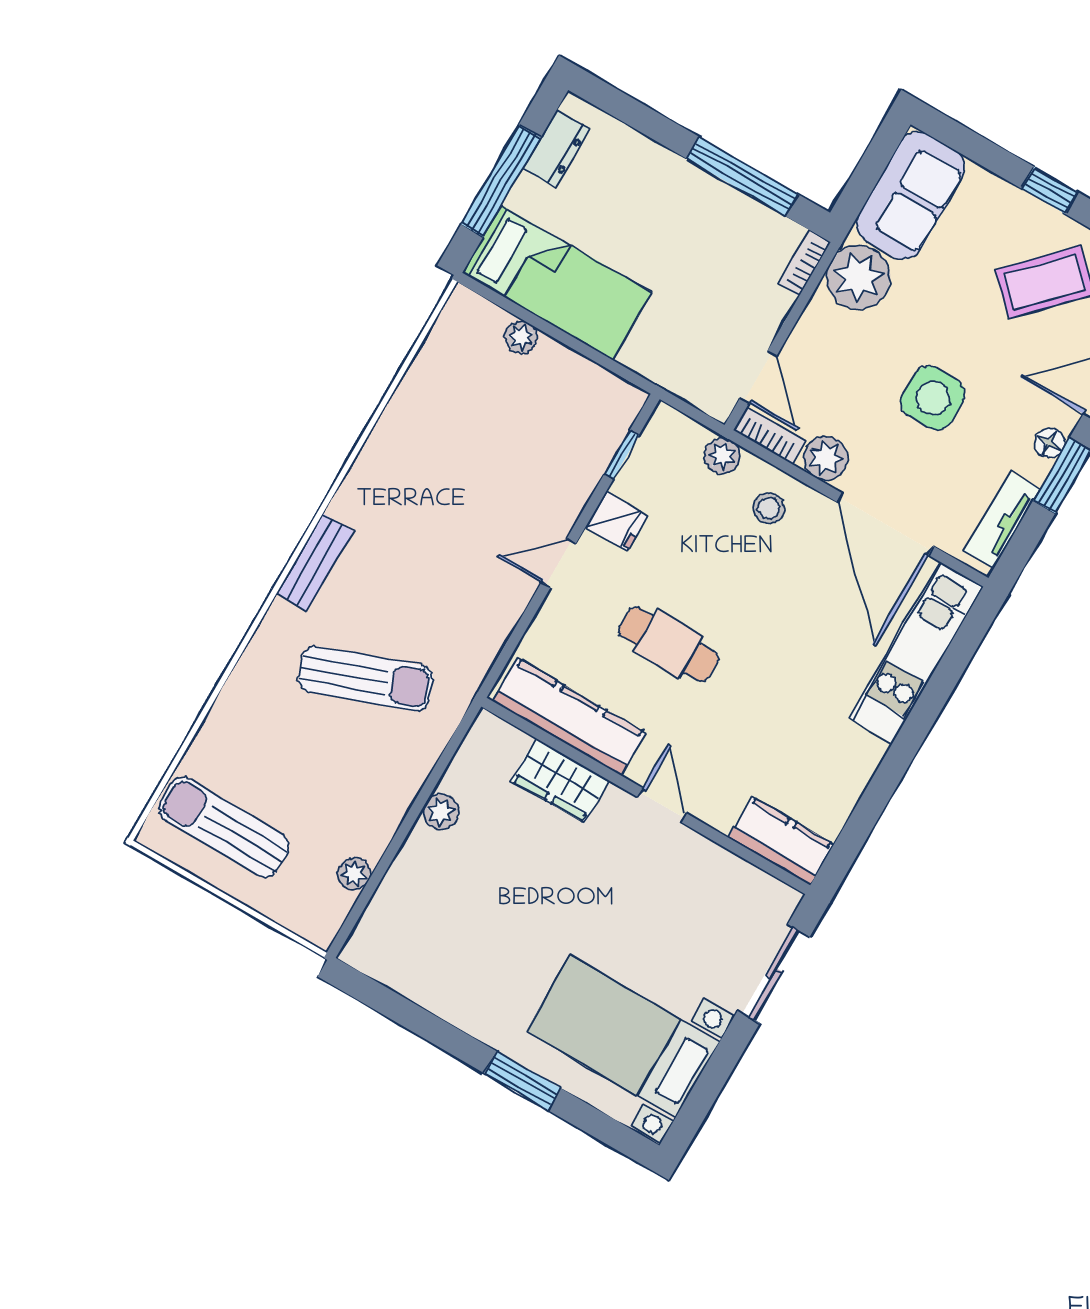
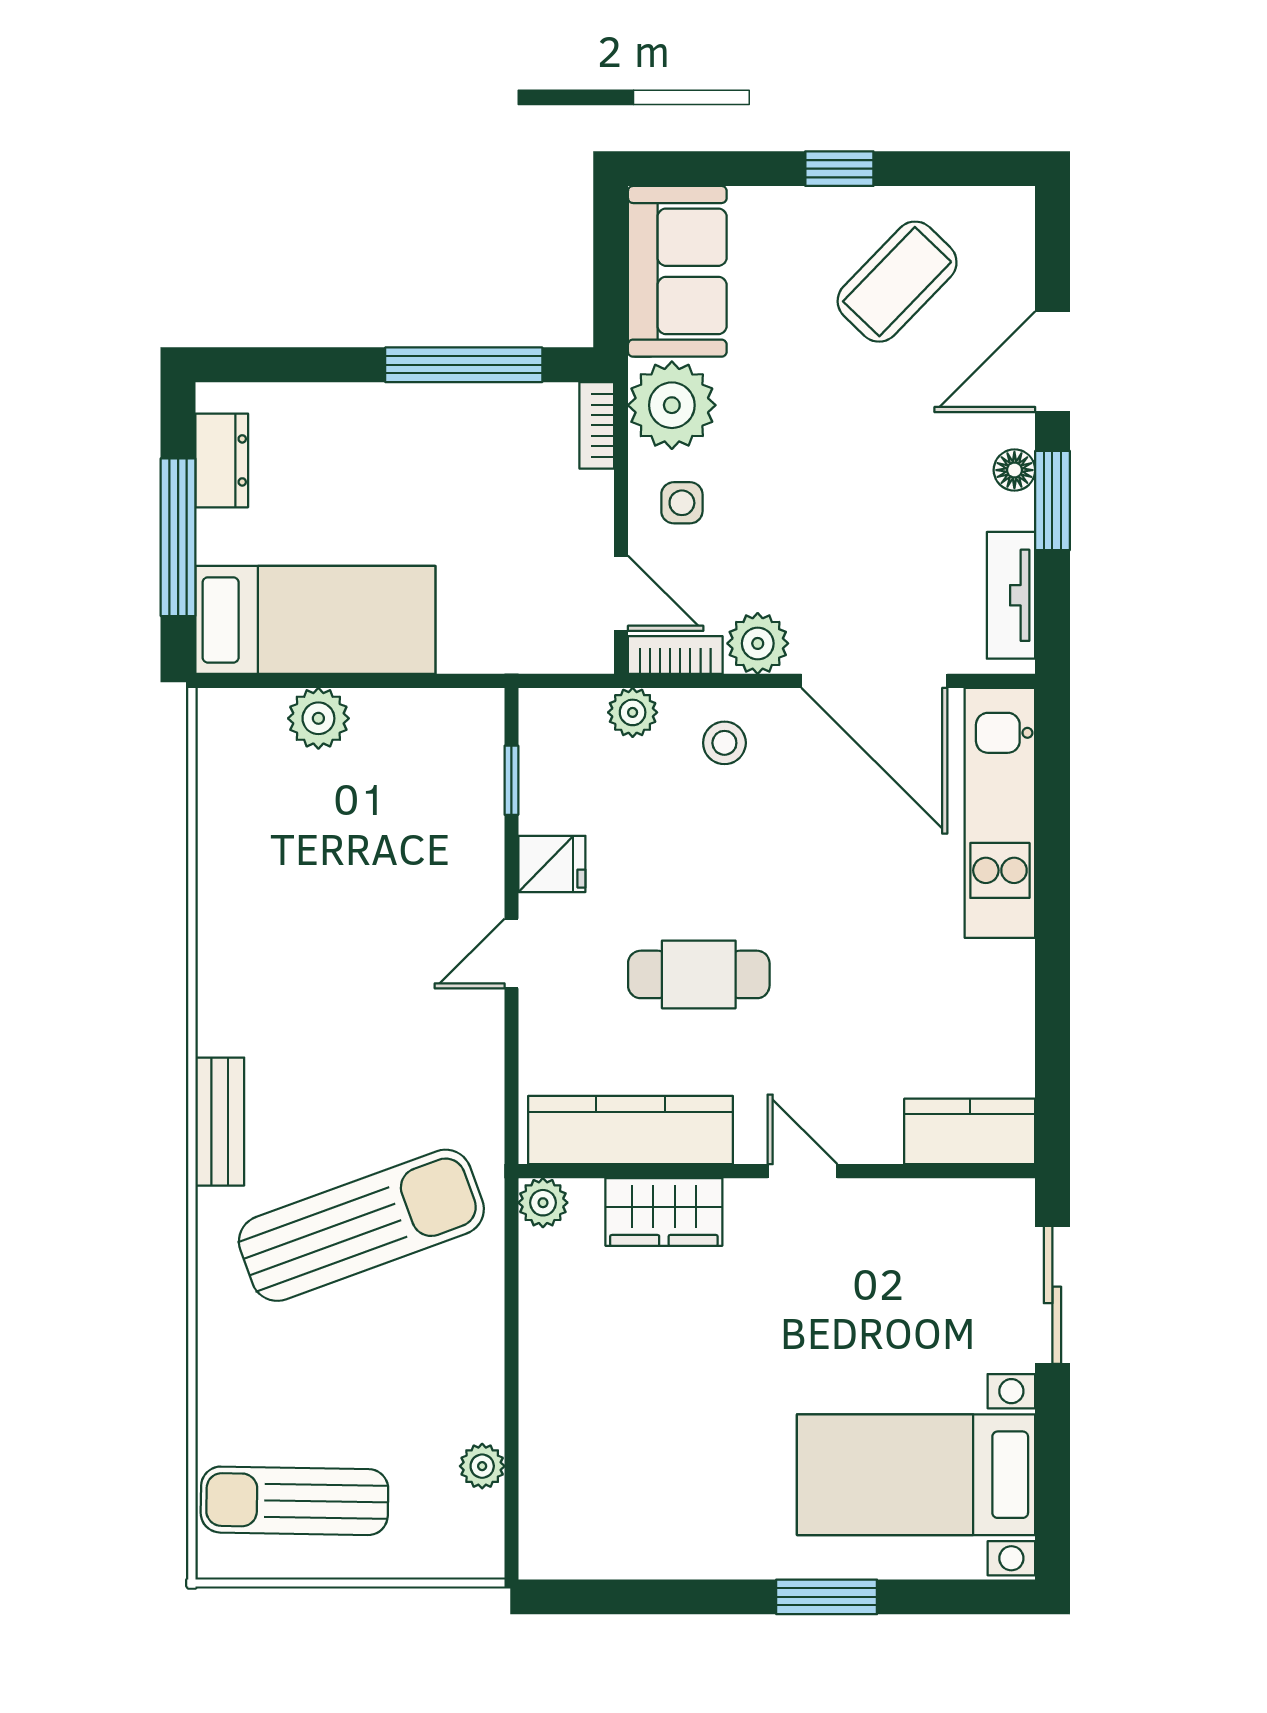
plant: (521, 337) -> (318, 718), width x1.38, depth x1.38
side table: (933, 398) -> (682, 503), moved, width x0.54, depth x0.54
sun lounger: (366, 679) -> (361, 1225), width x1.36, depth x1.34
plant: (441, 812) -> (543, 1203), moved

